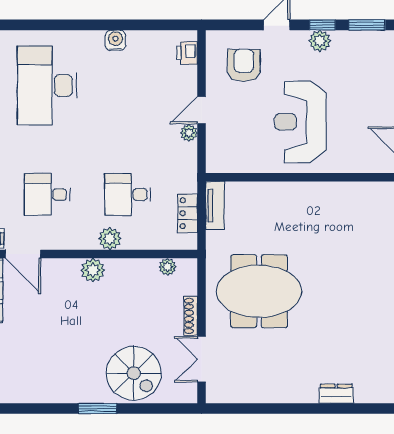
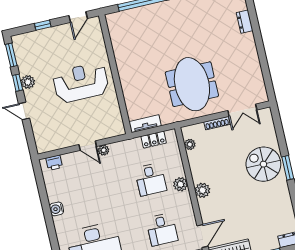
armchair: (244, 65) -> (54, 126), removed
reception desk: (300, 122) -> (81, 83), turned 180
spiral stairs: (134, 373) -> (263, 164), moved, turned -90

